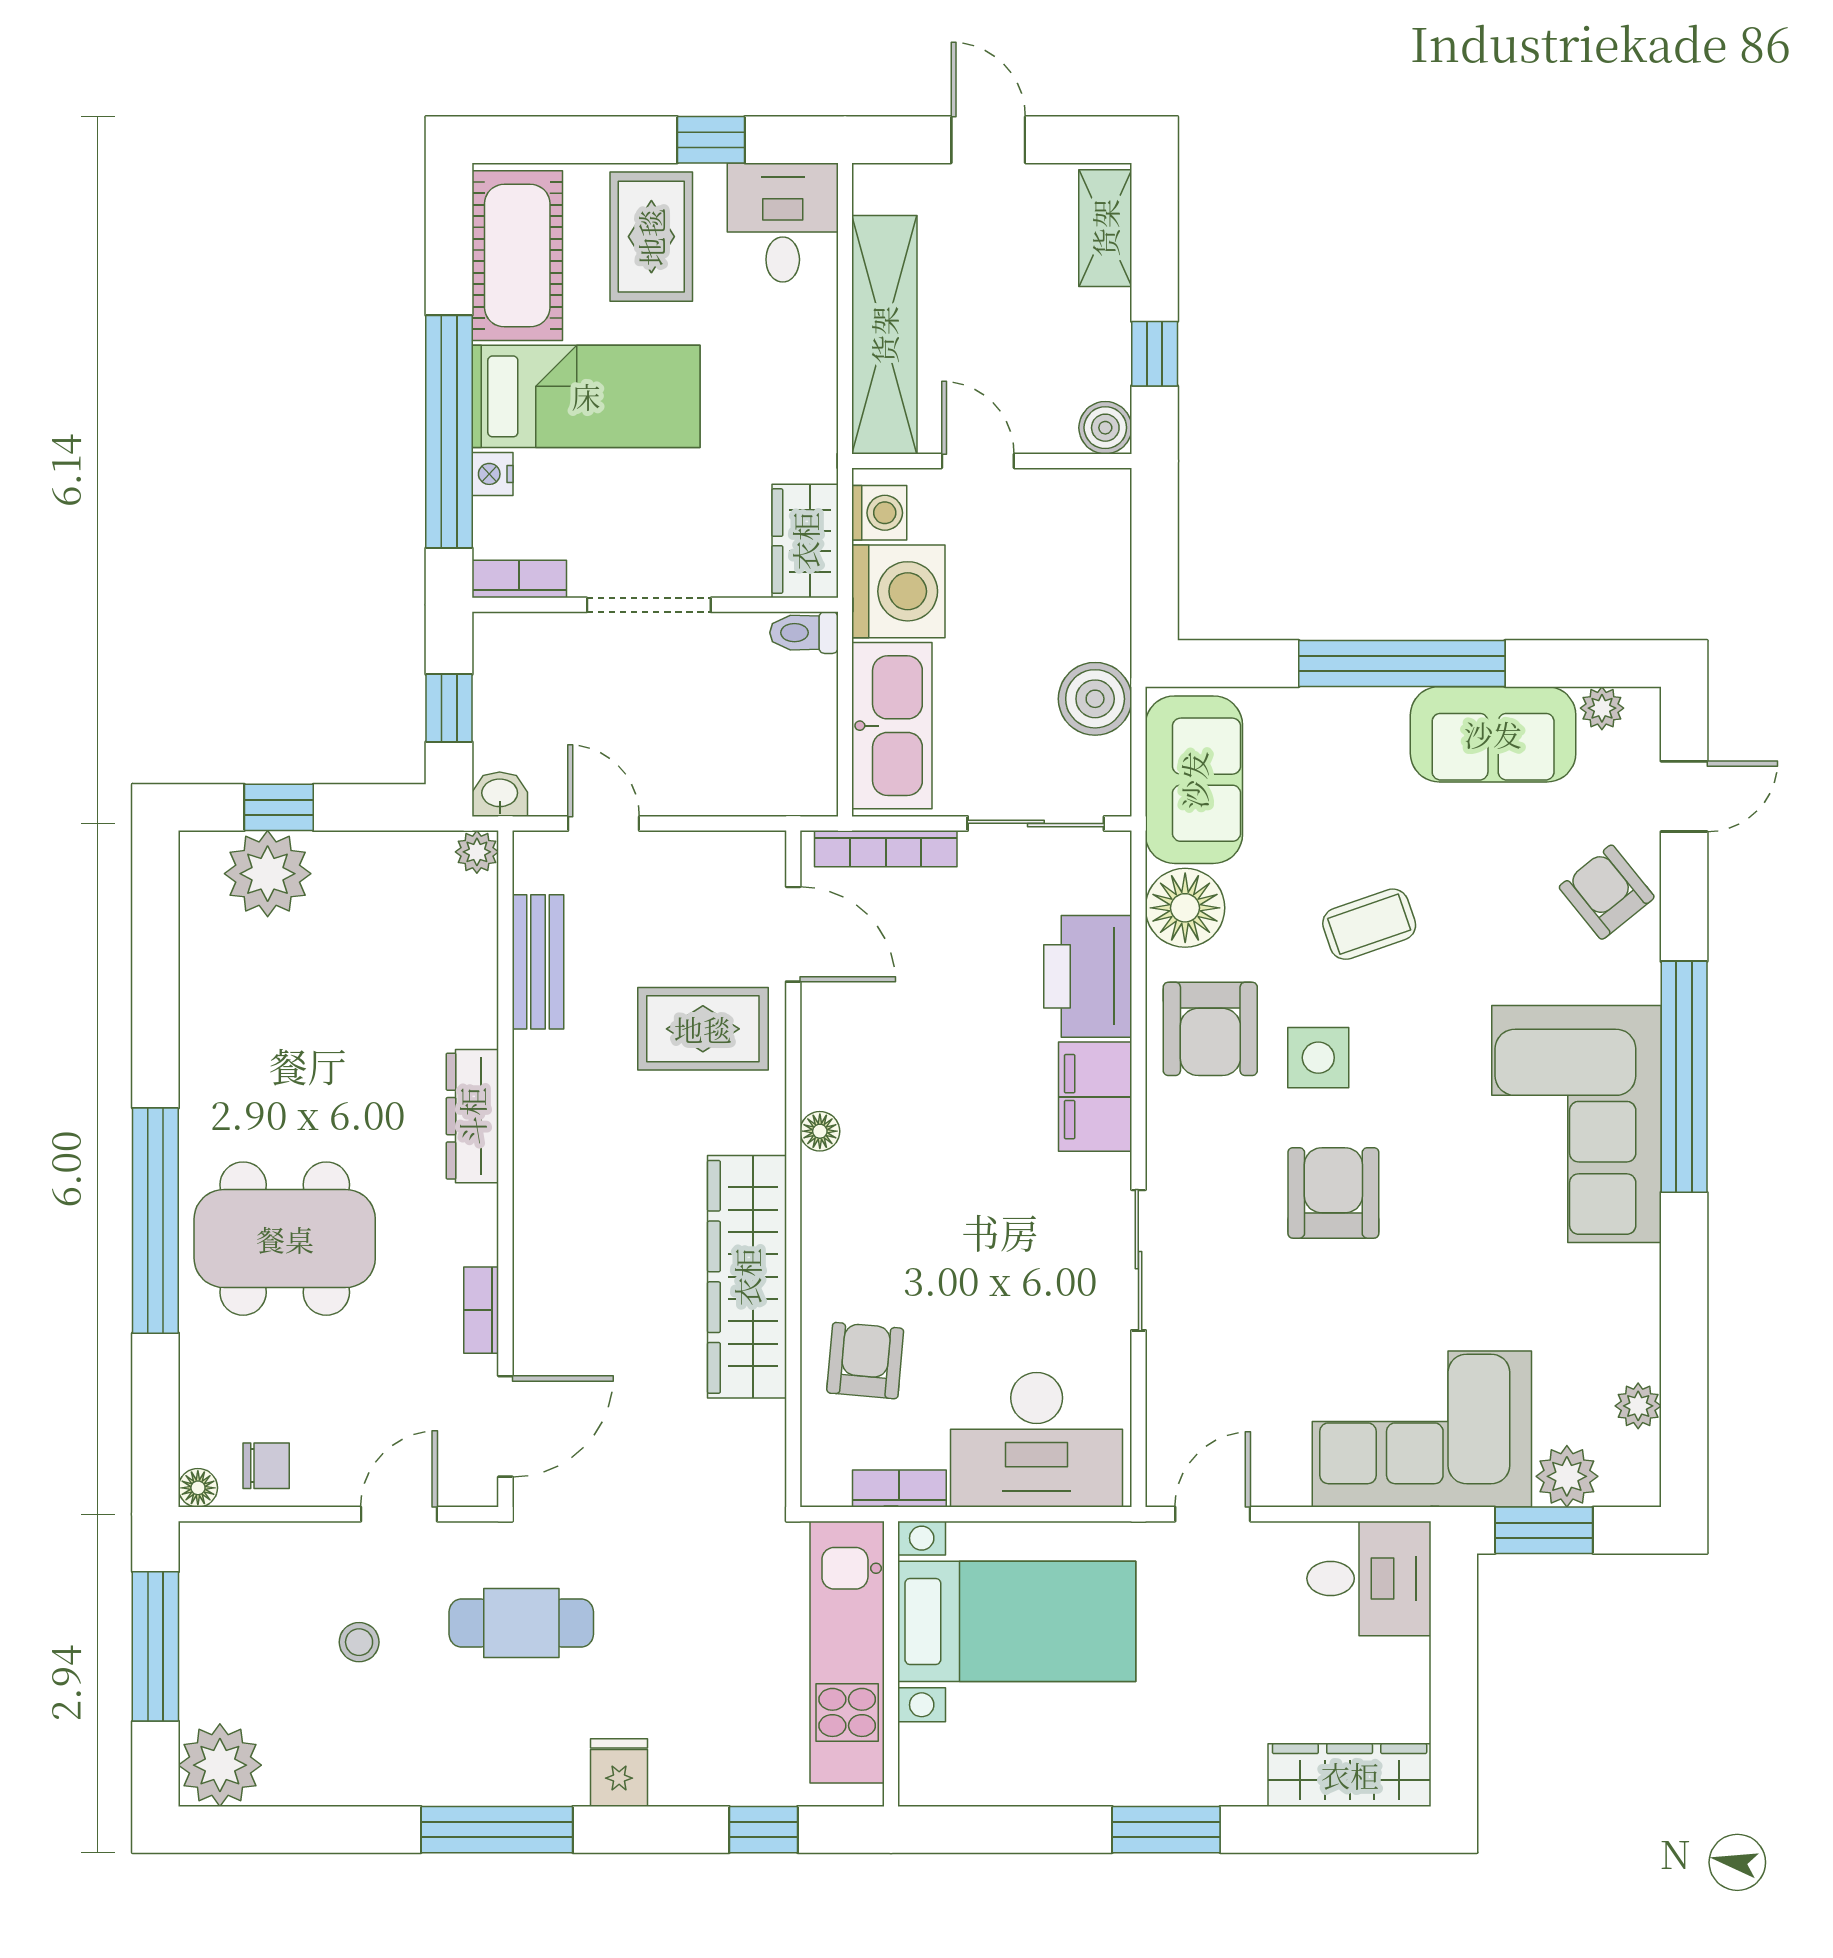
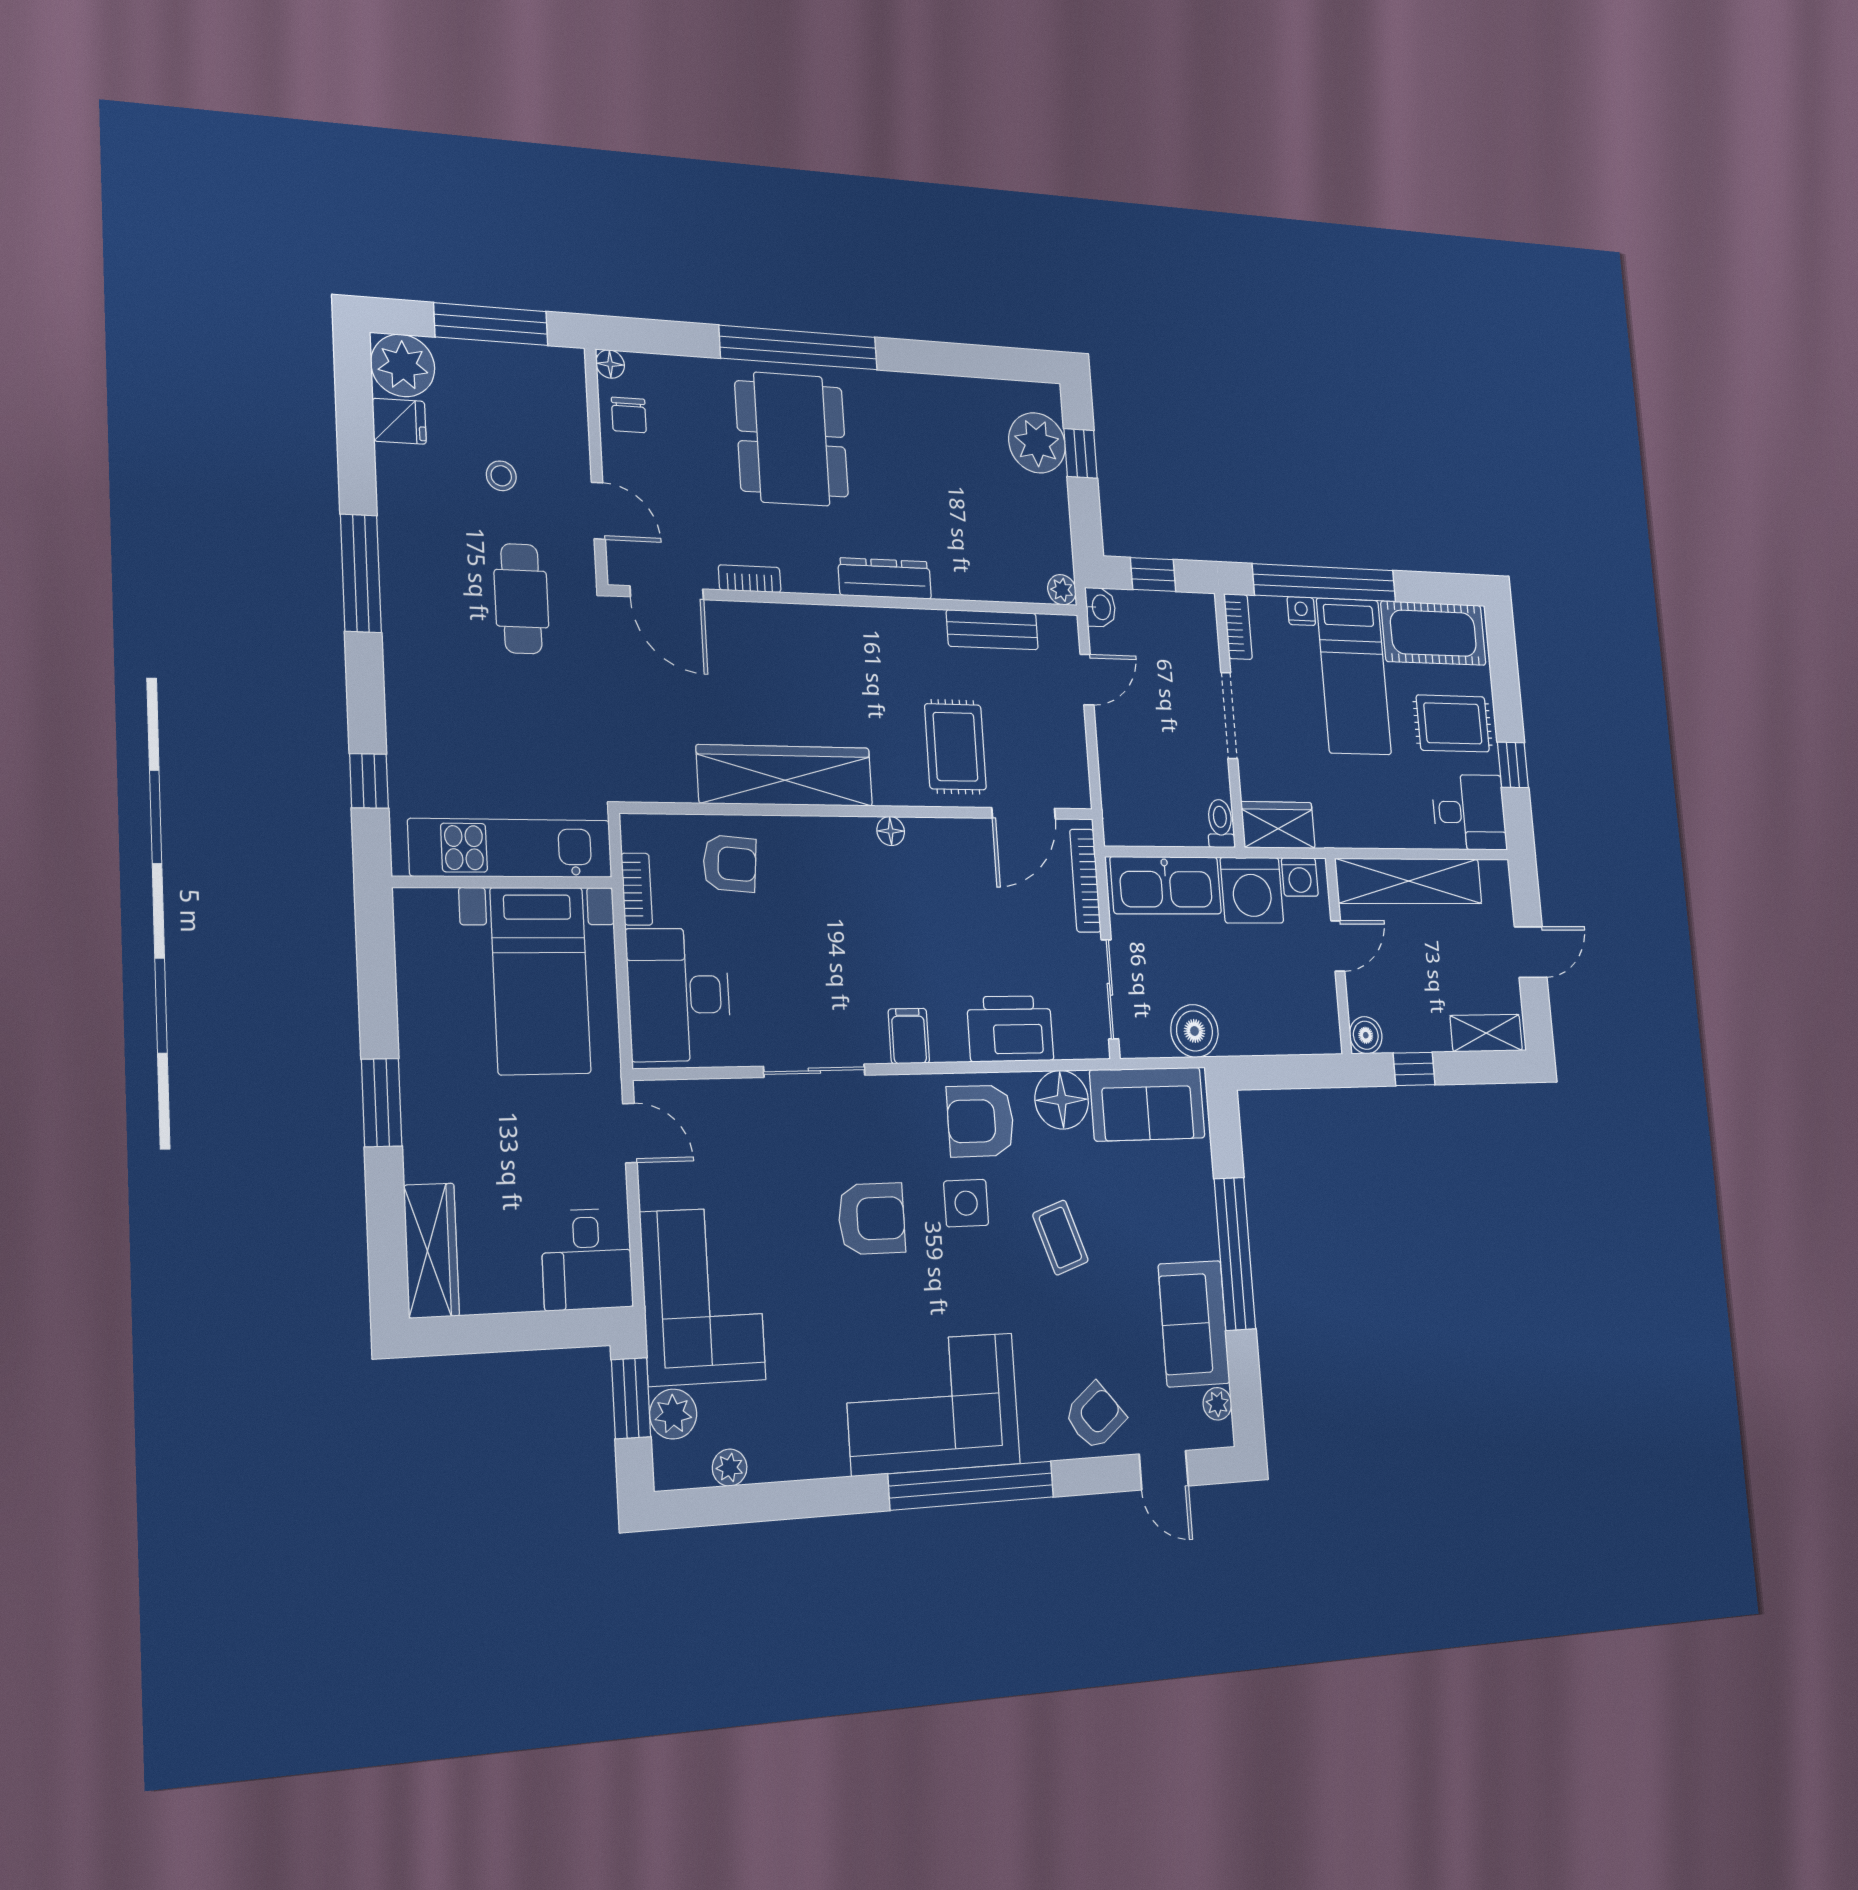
filing cabinet: (1095, 1097) -> (909, 1036), width x0.50
fridge: (619, 1773) -> (399, 421), moved

